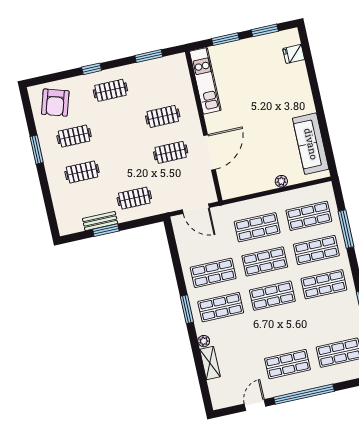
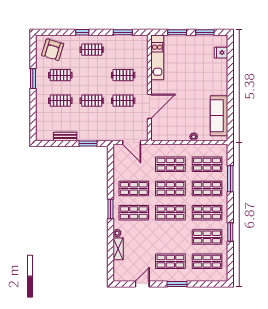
clothes rail: (134, 198) -> (92, 101), moved
window: (106, 230) -> (88, 144), moved
shop shelf: (332, 318) -> (207, 237), added
window: (304, 394) -> (177, 284), width x0.47

